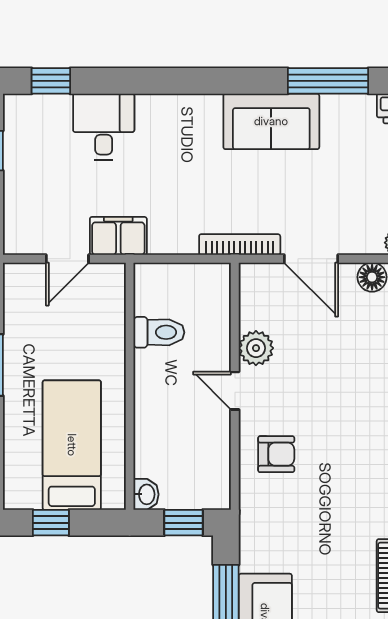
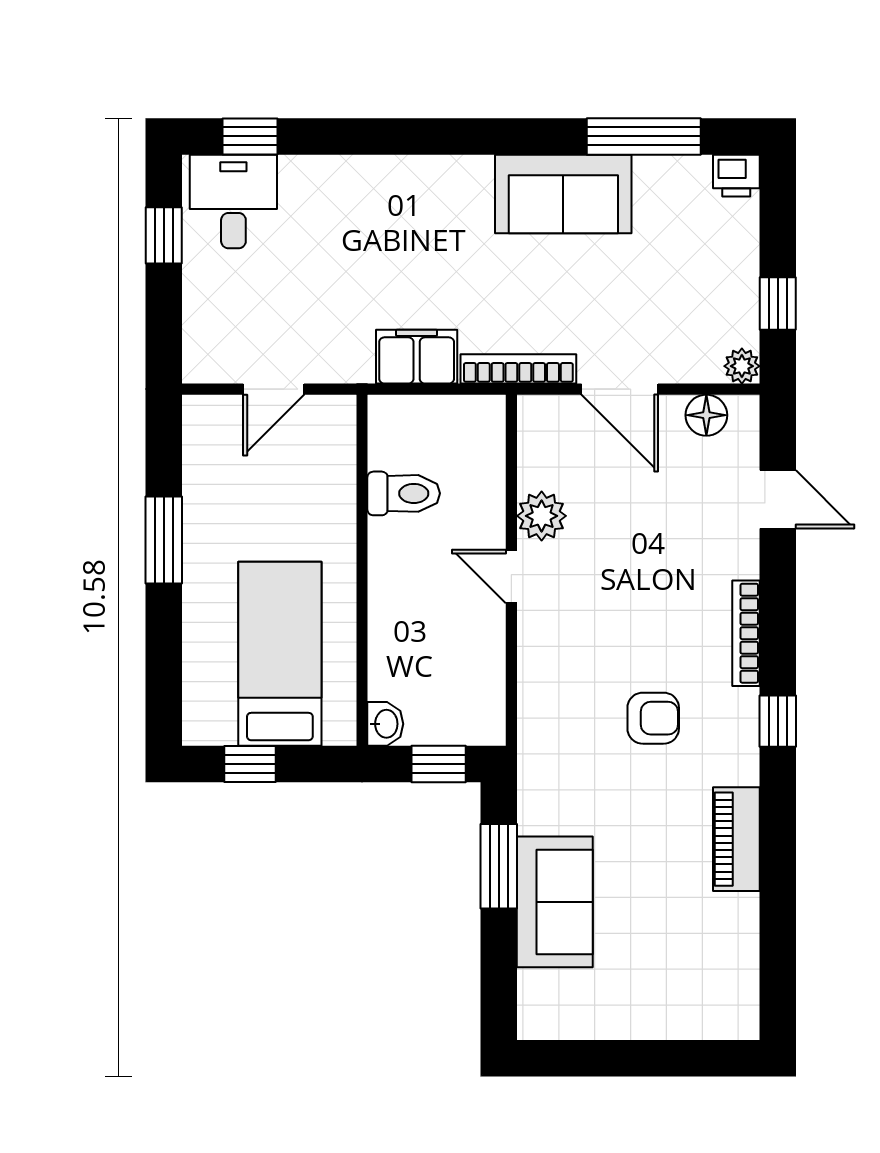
desk: (104, 127) -> (233, 202), moved
filing cabinet: (118, 236) -> (417, 357), moved
armchair: (276, 454) -> (653, 718), moved

